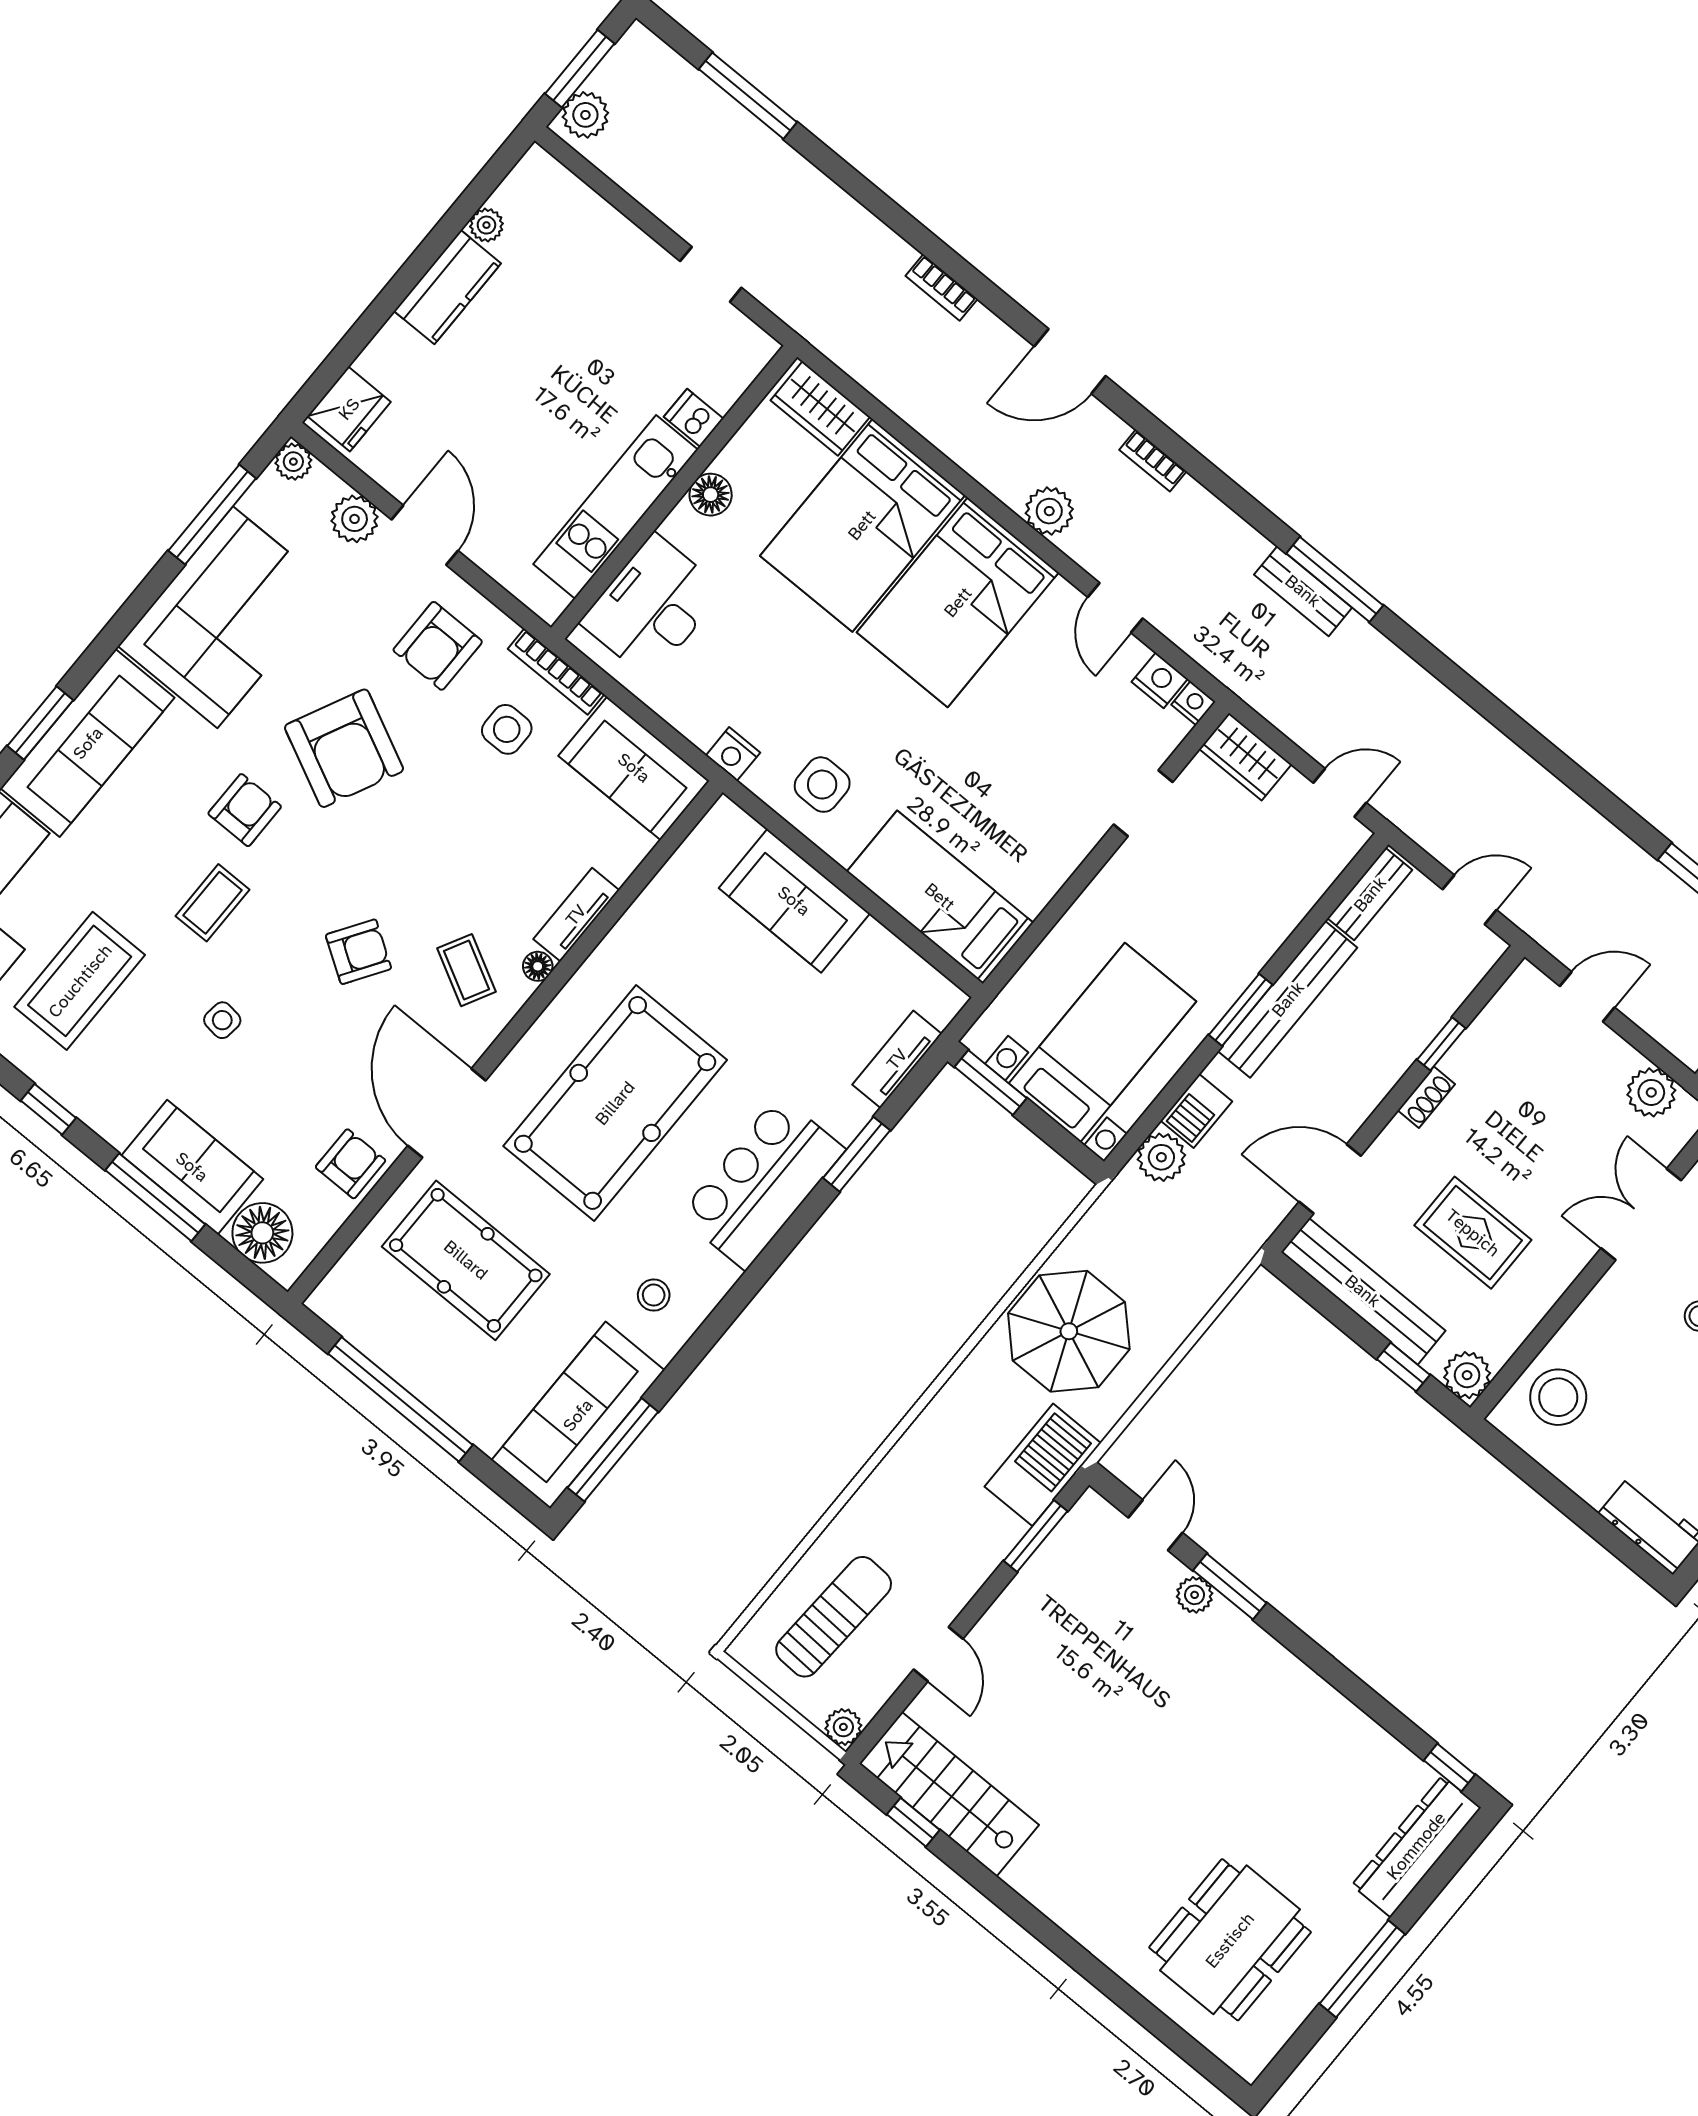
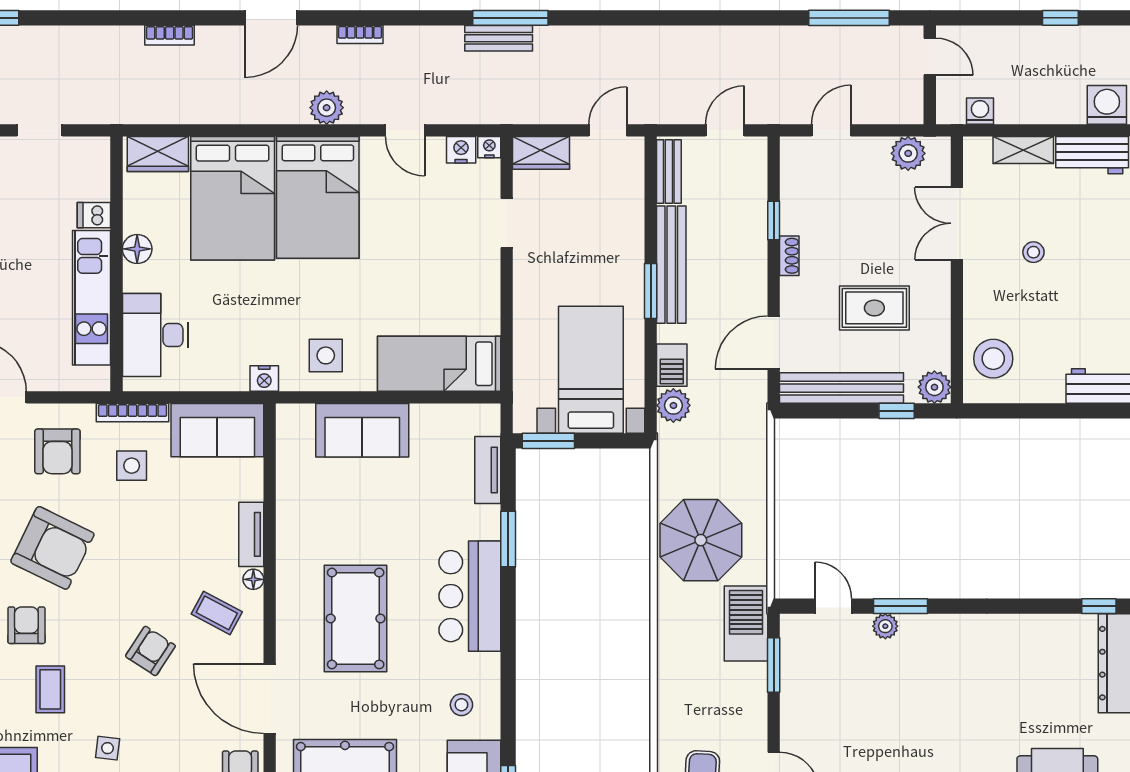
pool table: (615, 1103) -> (356, 618), width x0.73, depth x0.76

